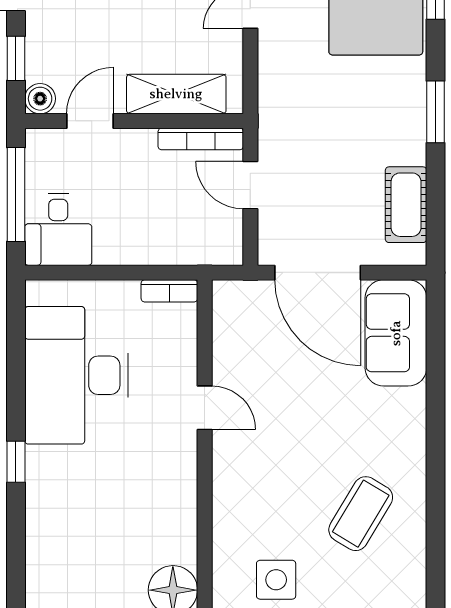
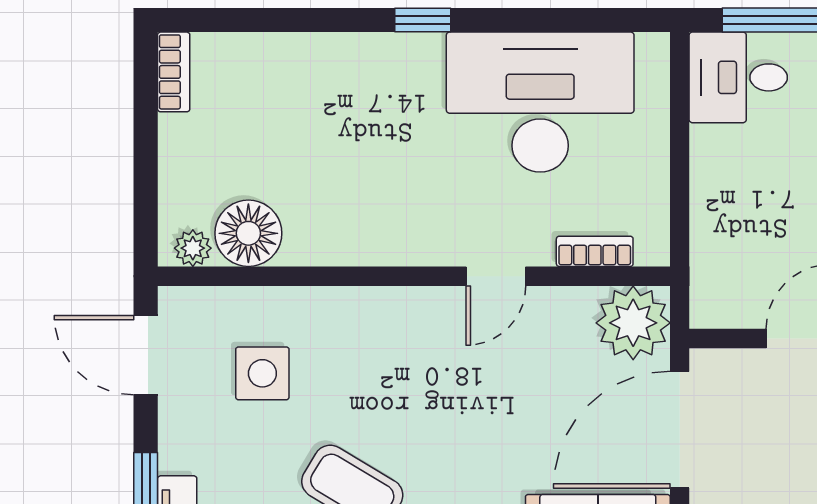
bookcase: (169, 291) -> (595, 251), moved, turned 90
plant: (239, 307) -> (633, 323), added

